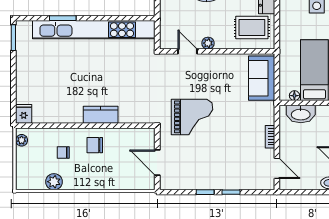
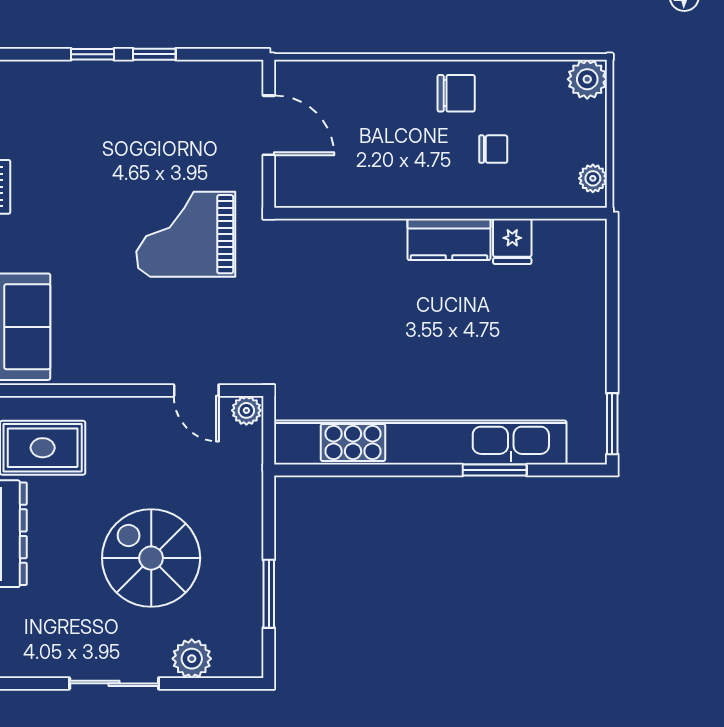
plant: (208, 43) -> (246, 410), moved
fridge: (24, 114) -> (512, 241), moved
kitchen counter: (101, 115) -> (449, 239), moved
chair: (95, 145) -> (456, 93), moved
plant: (54, 182) -> (587, 79), moved

